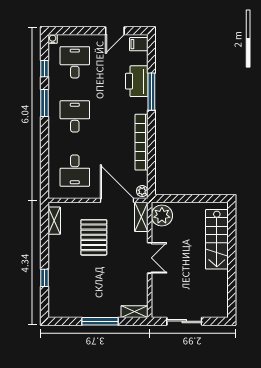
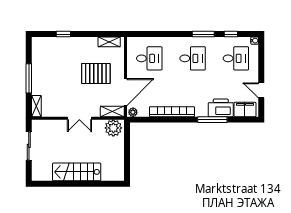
filing cabinet: (139, 44) -> (245, 109), width x2.00
desk: (75, 171) -> (149, 58), turned 180
stairs: (217, 239) -> (77, 172), moved

